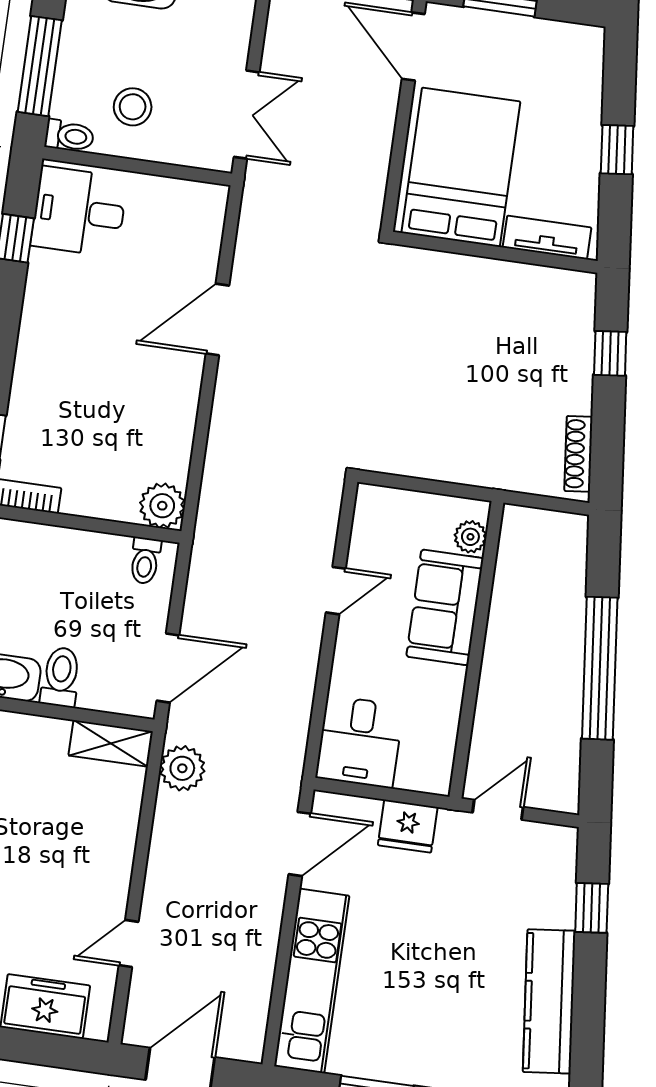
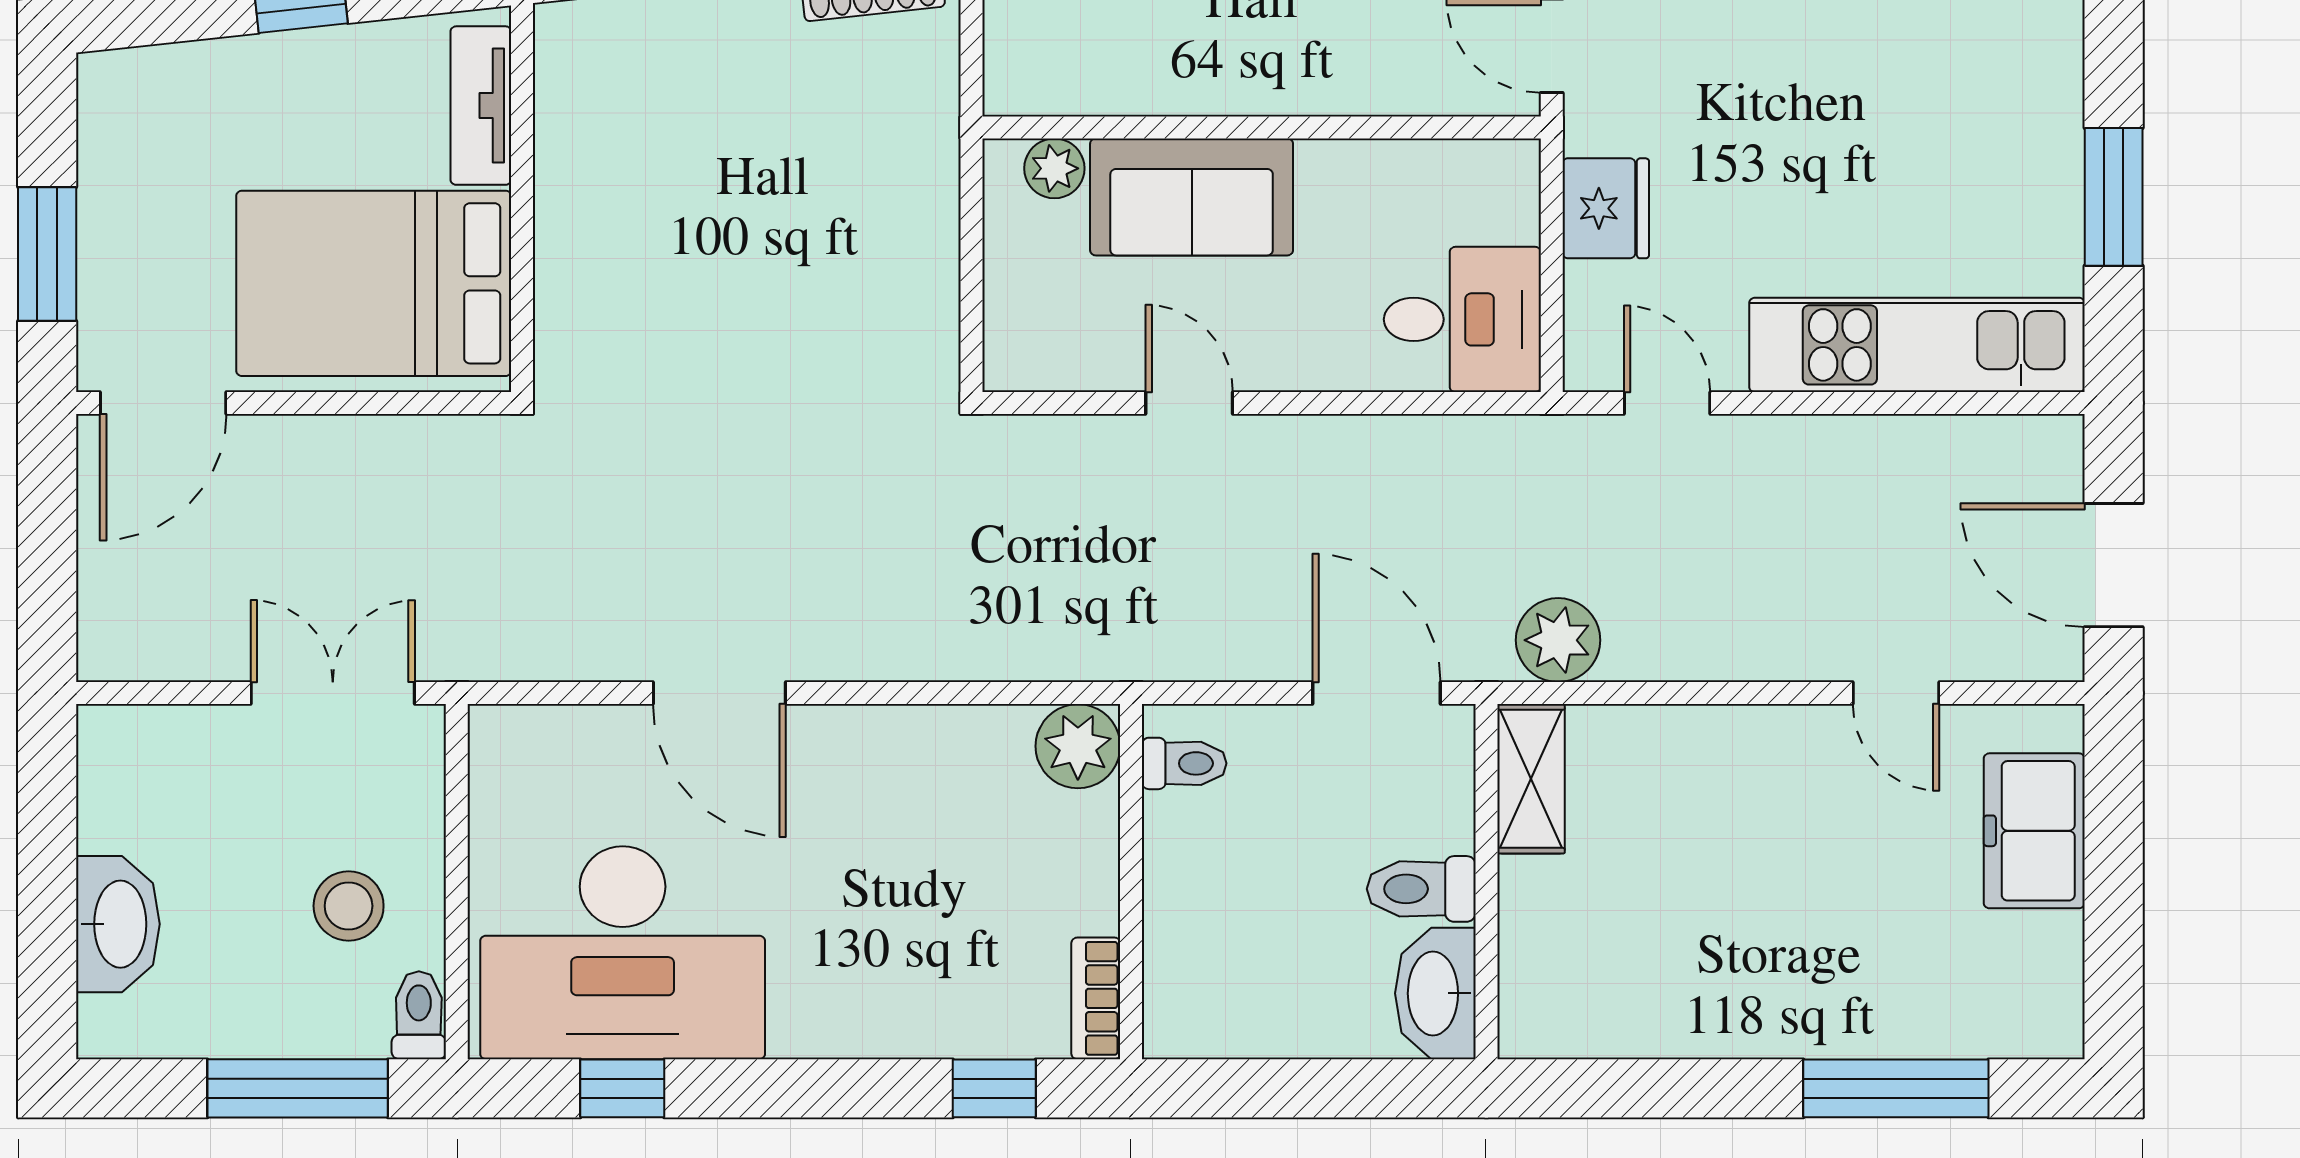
desk: (79, 212) -> (623, 953), width x1.87, depth x1.30
door: (300, 844) -> (1667, 403), width x0.73

